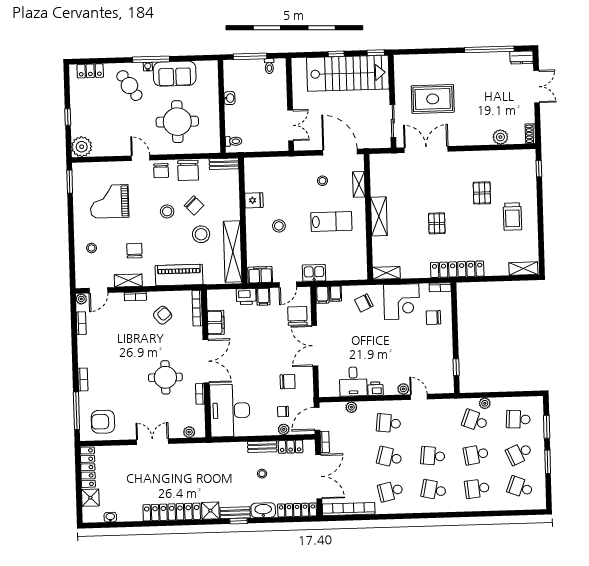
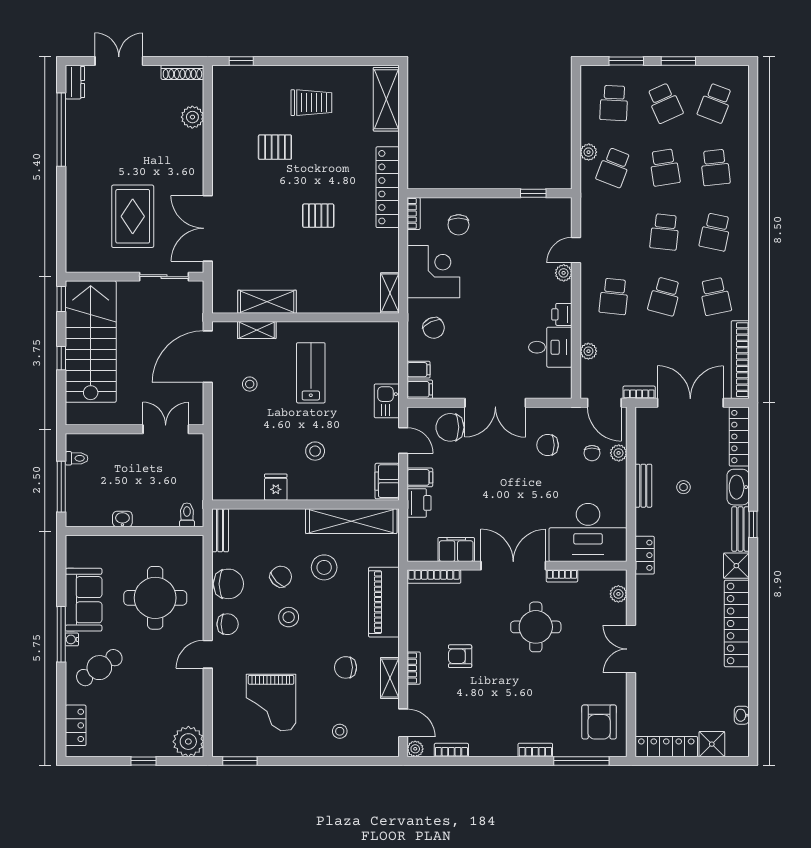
shoe rack: (530, 134) -> (182, 72), width x1.43
shelving: (379, 216) -> (267, 302), moved
shelving: (523, 269) -> (386, 99), width x1.50, depth x1.33
armchair: (163, 315) -> (460, 656), moved, turned -50
chair: (288, 382) -> (548, 445), turned -90
locker: (291, 447) -> (645, 555), moved

